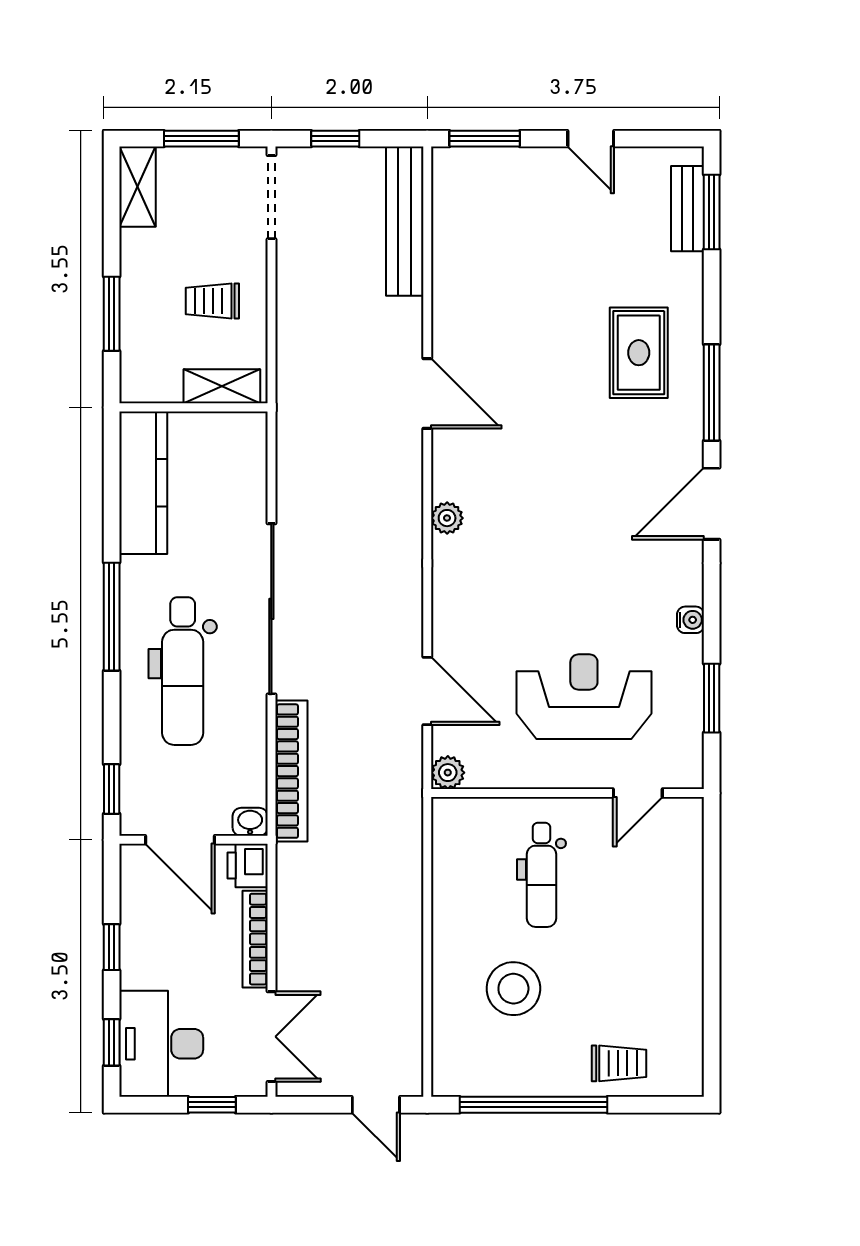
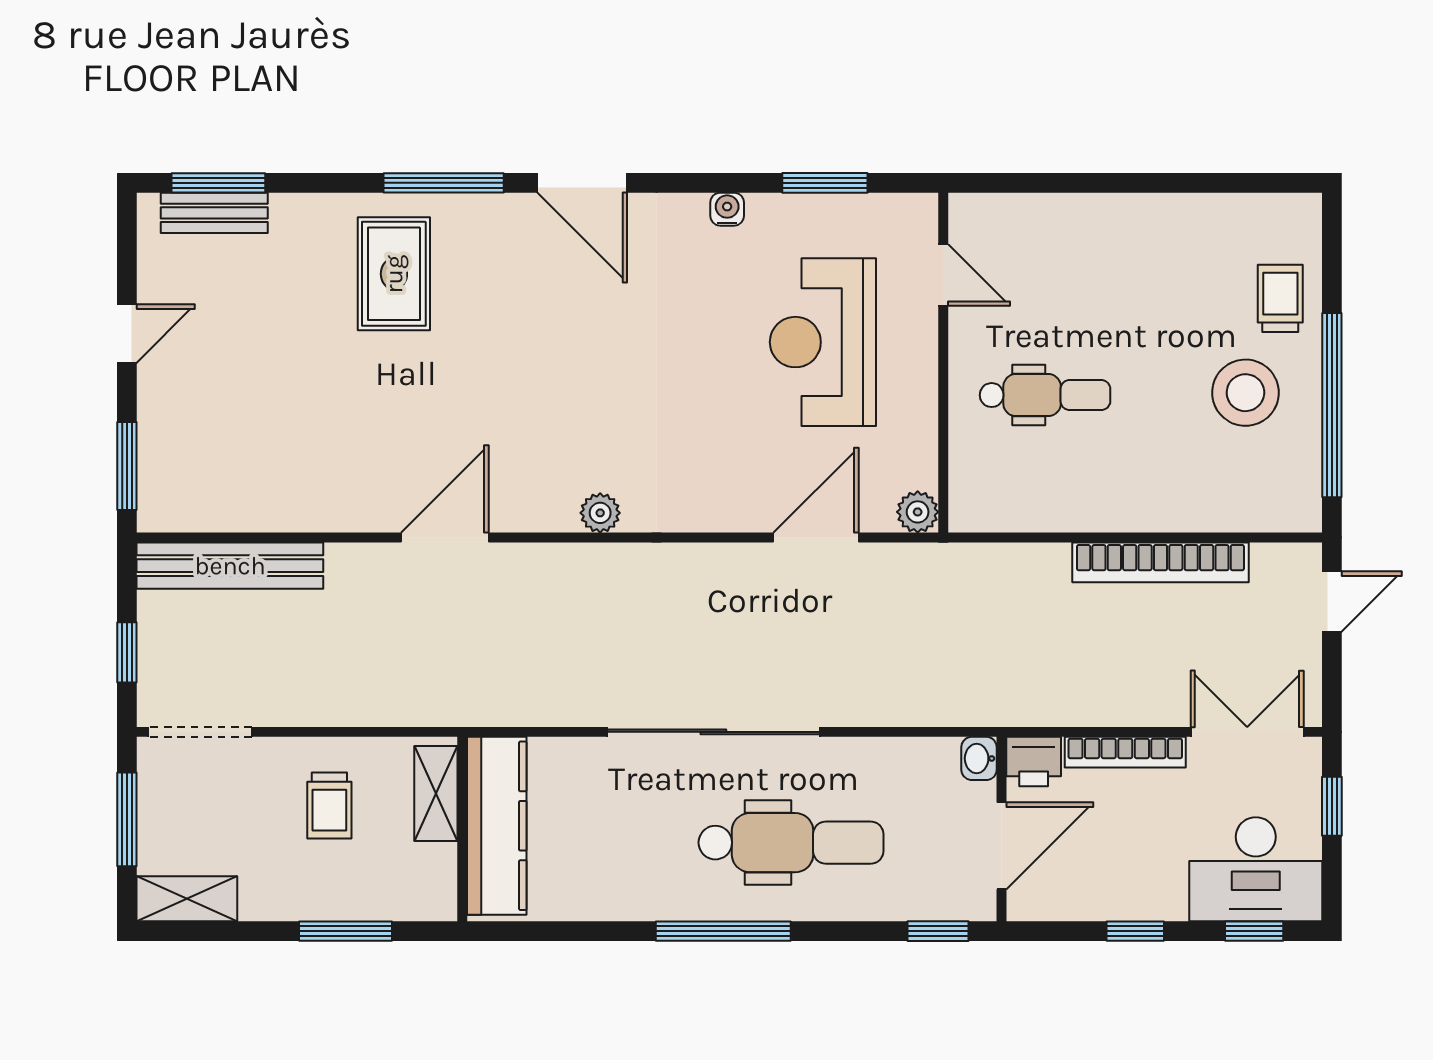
rug: (639, 353) -> (394, 274), turned 90
kitchen counter: (143, 483) -> (497, 826), moved, turned 90
bookcase: (291, 771) -> (1160, 562), moved, turned 180
stool: (513, 989) -> (1245, 393), moved

